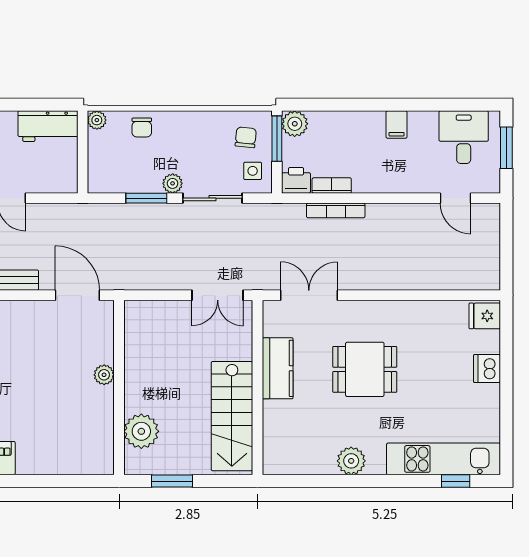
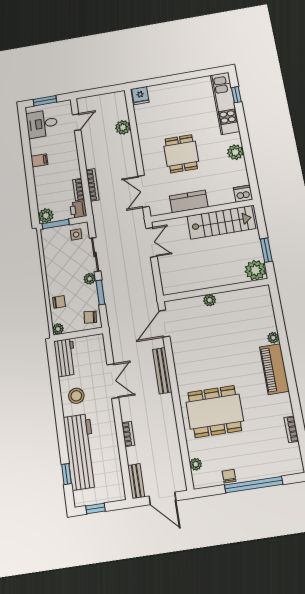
chair: (246, 137) -> (90, 317), moved
plant: (431, 277) -> (123, 127), added
dishwasher: (487, 368) -> (243, 194), moved, turned 180
plant: (141, 431) -> (255, 270), moved
plant: (26, 466) -> (273, 338), added

